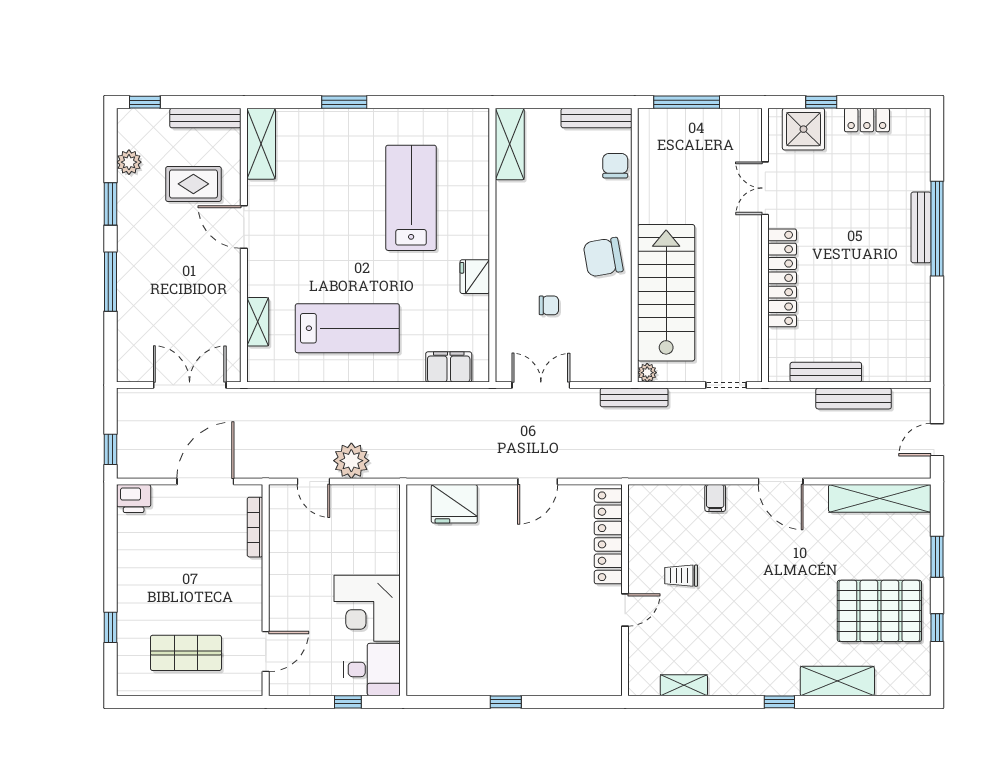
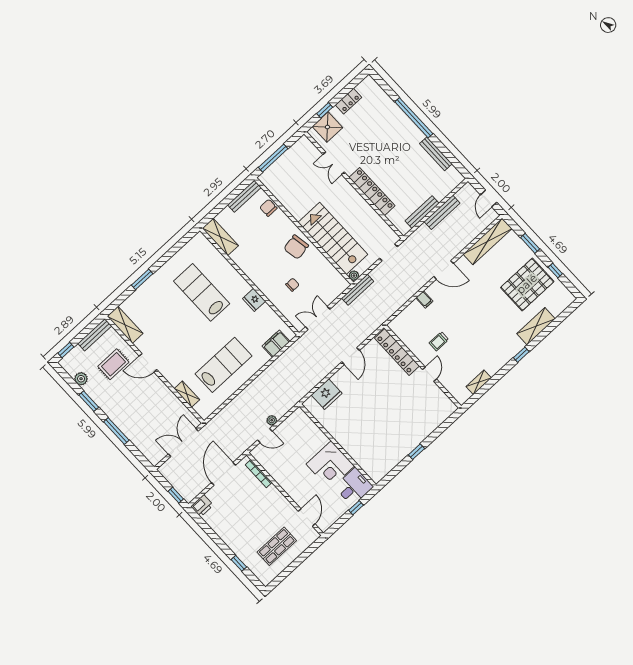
bench: (921, 227) -> (436, 154), moved
plant: (351, 461) -> (272, 420), width x0.53, depth x0.53

